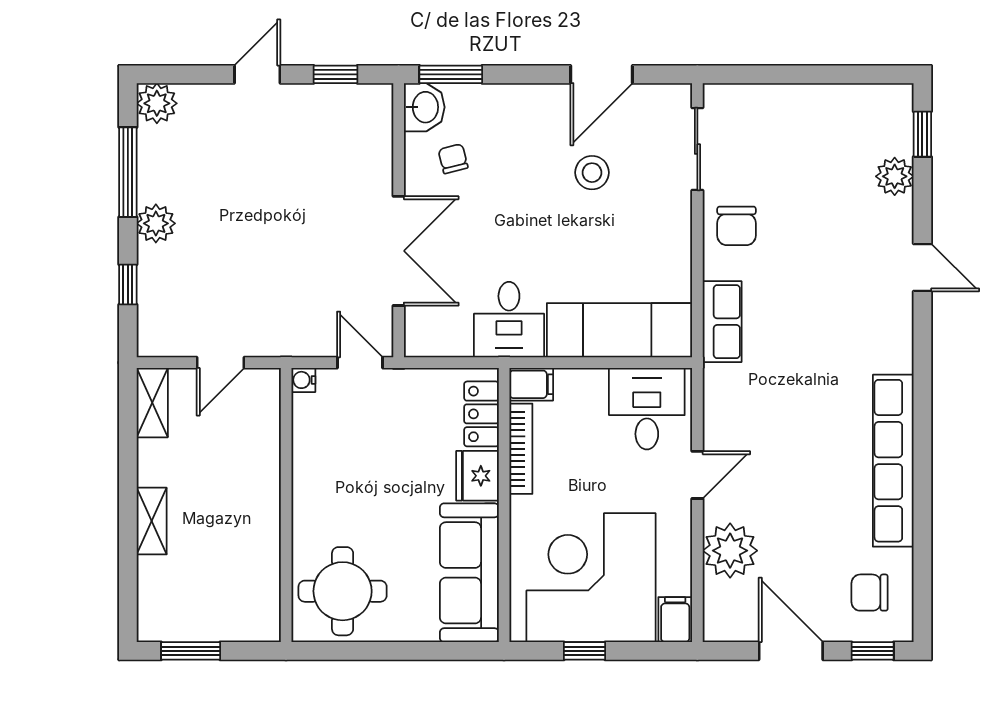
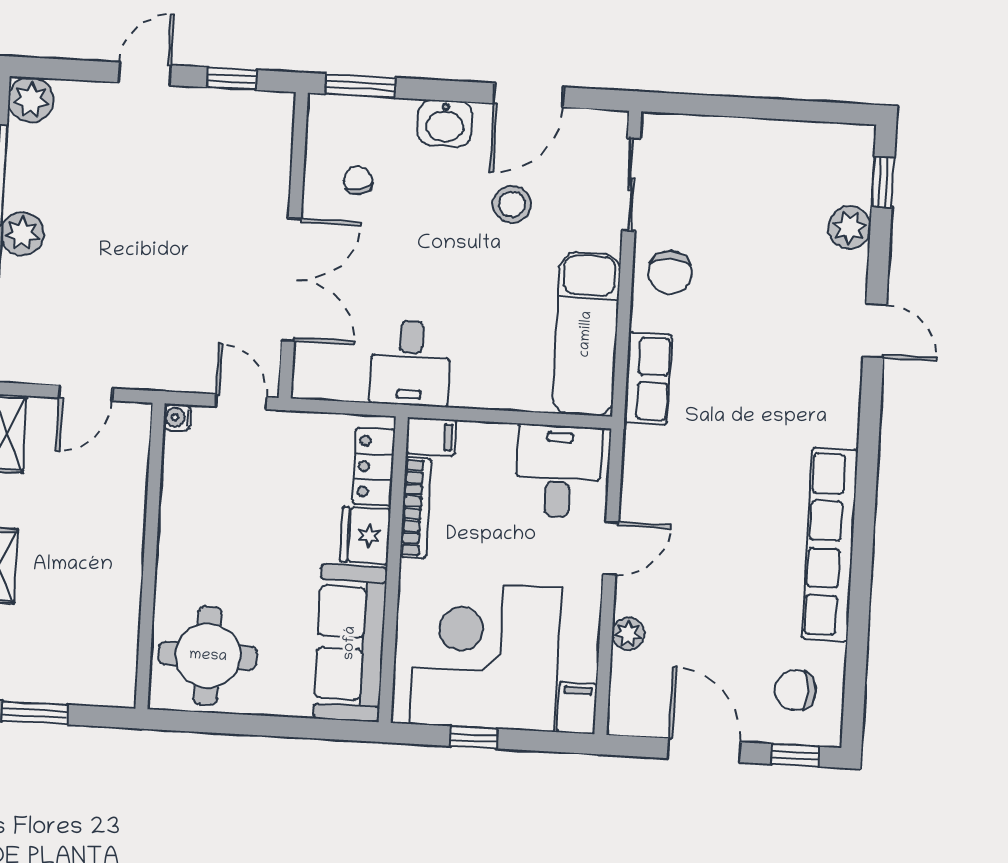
washbasin: (424, 107) -> (445, 123), moved, turned 90
exam couch: (619, 330) -> (586, 334), moved, turned -90
plant: (730, 551) -> (628, 634), width x0.53, depth x0.53

